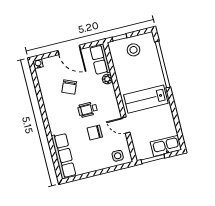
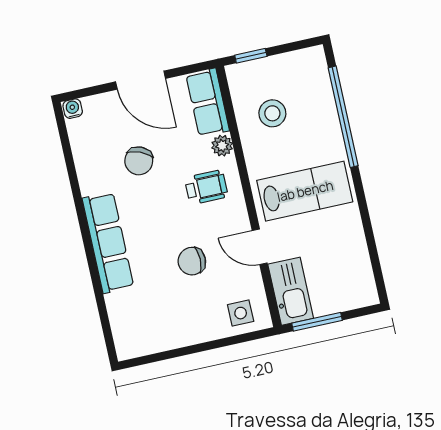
stool: (133, 50) -> (272, 113), moved
lab bench: (146, 99) -> (305, 191), turned 180
wheelchair: (88, 109) -> (206, 187), moved, turned 180
kitchen sink: (166, 146) -> (291, 291), moved, turned 90
row of seats: (64, 156) -> (108, 243), moved

